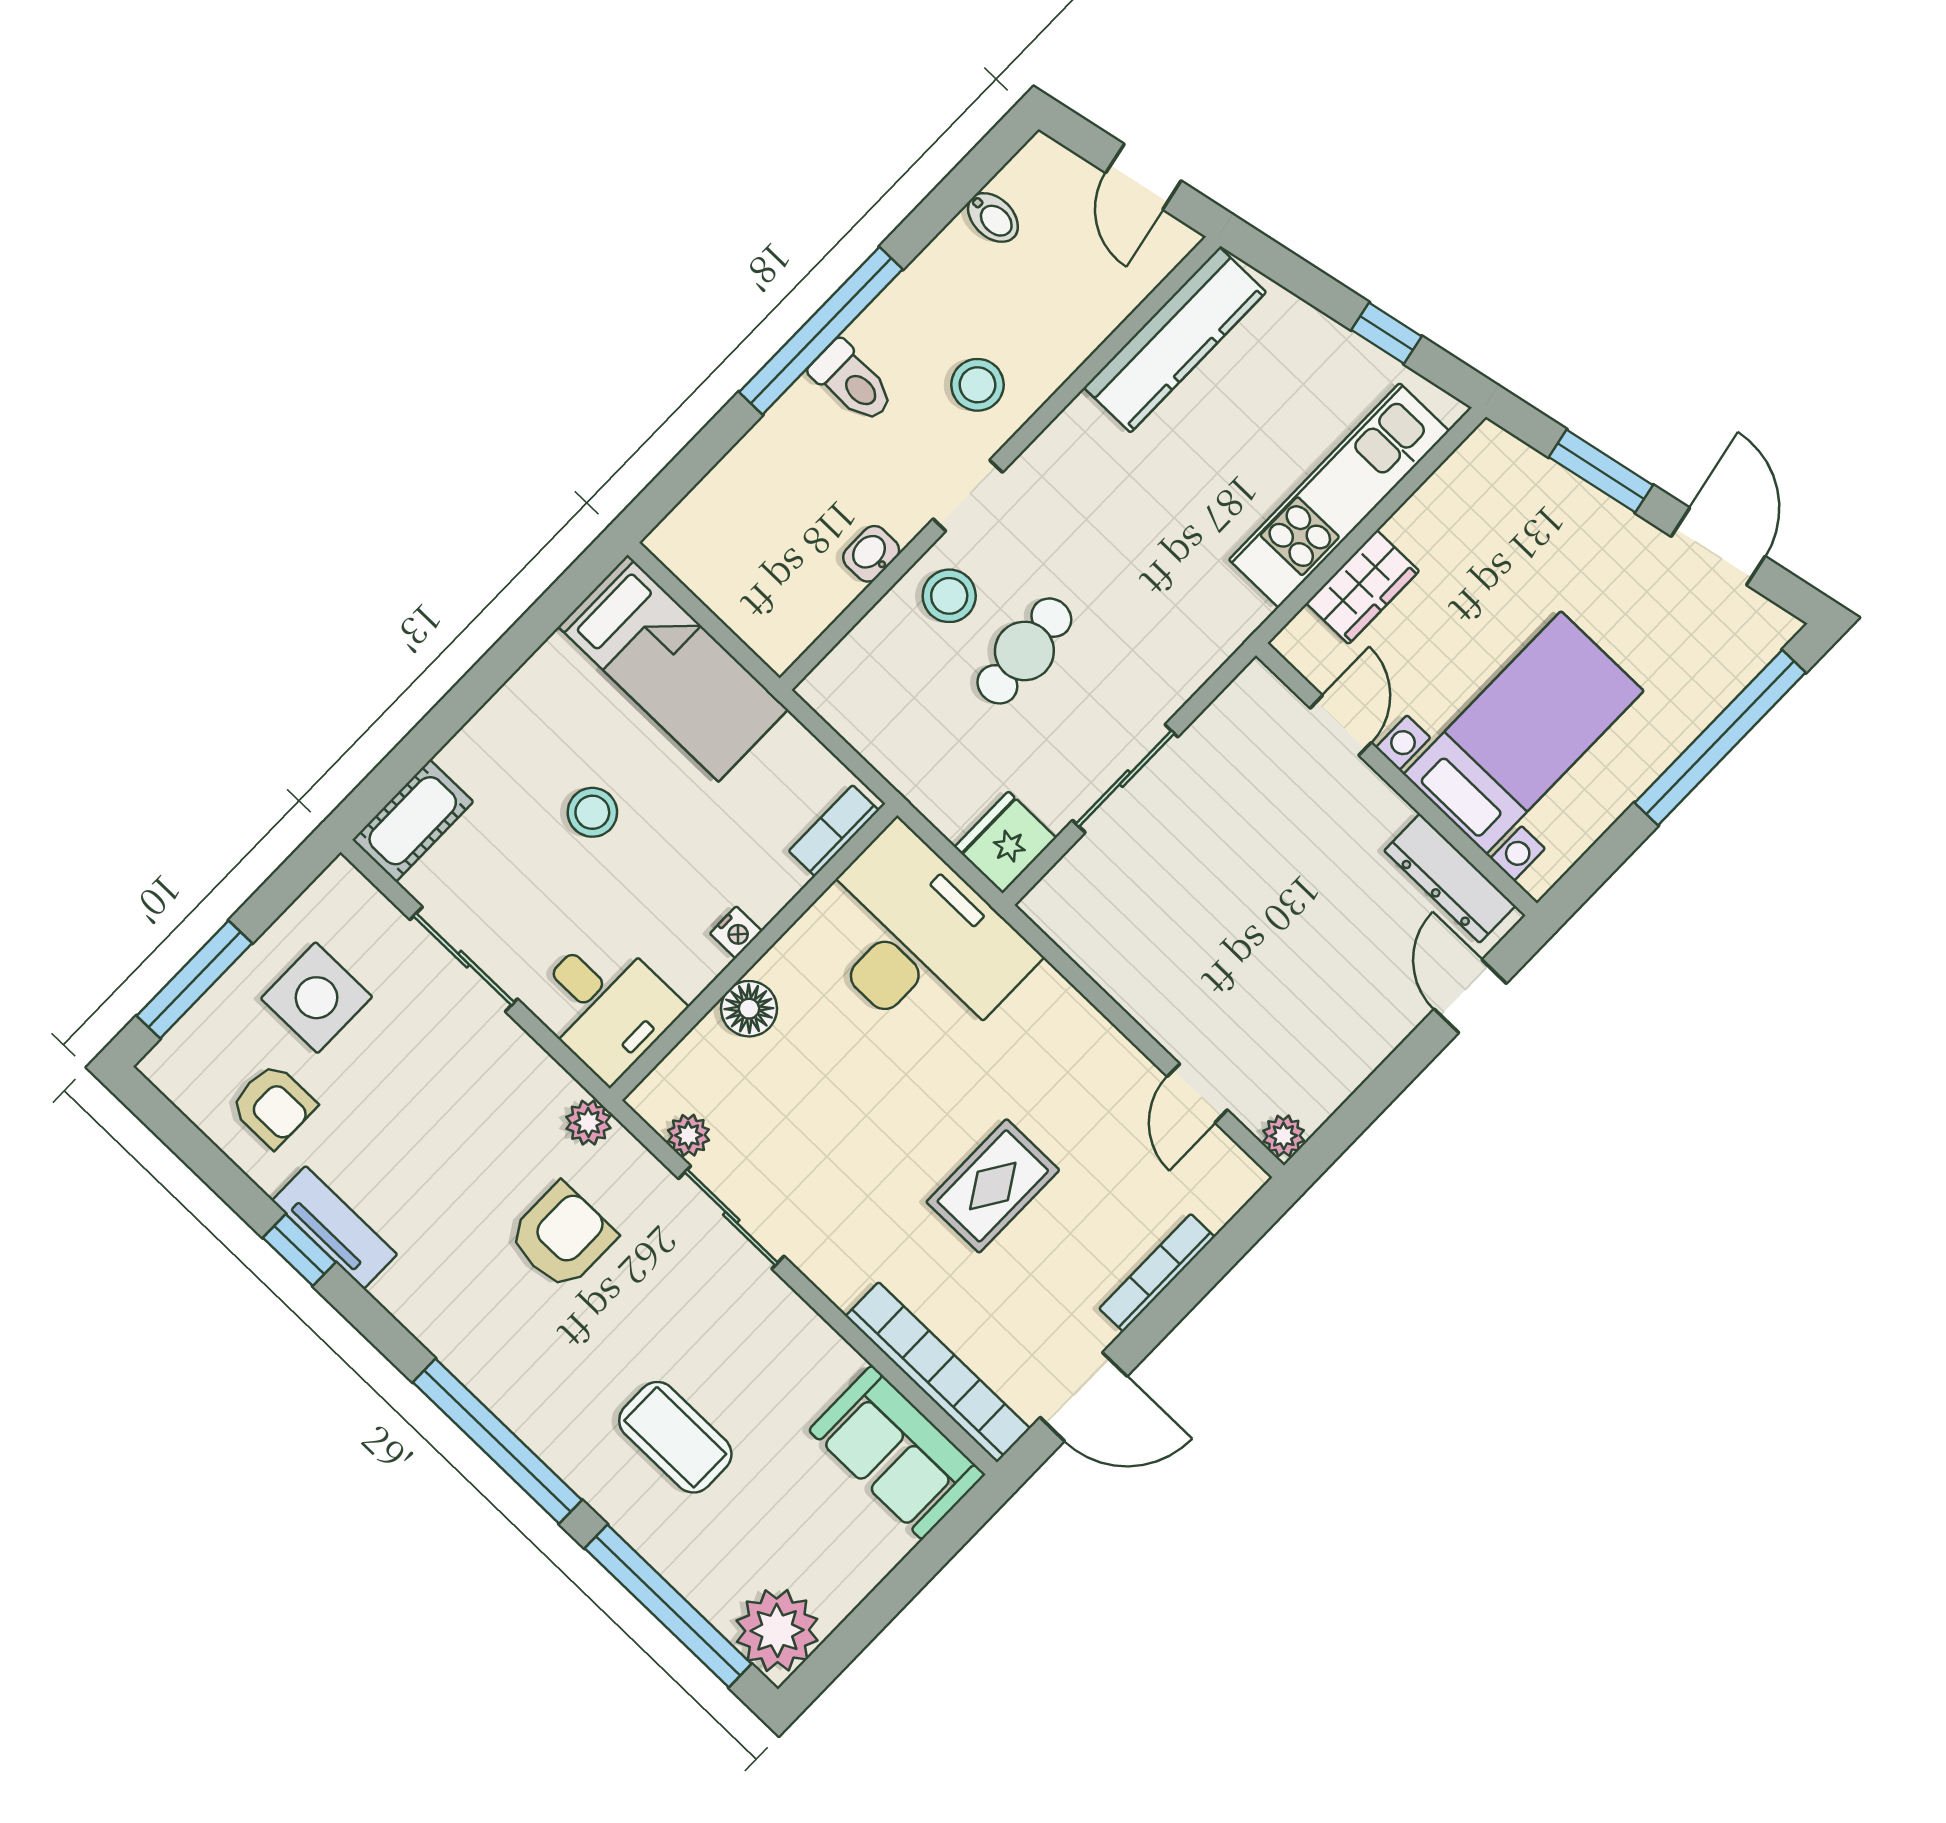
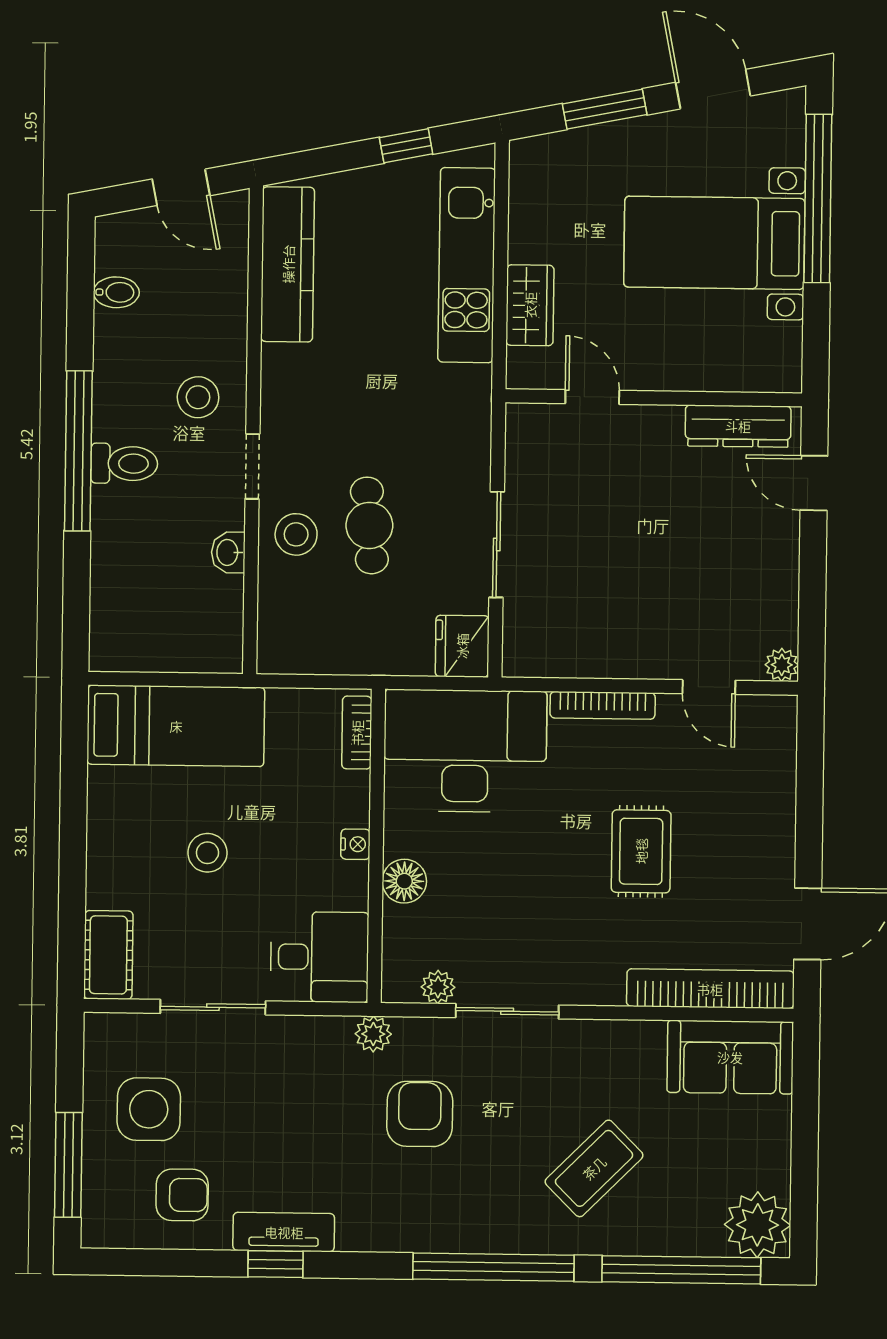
bed with nightstands: (1523, 733) -> (714, 243), moved, turned -90
bookcase: (1157, 1273) -> (603, 705), moved, turned -90
coffee table: (675, 1437) -> (594, 1168), turned -45

